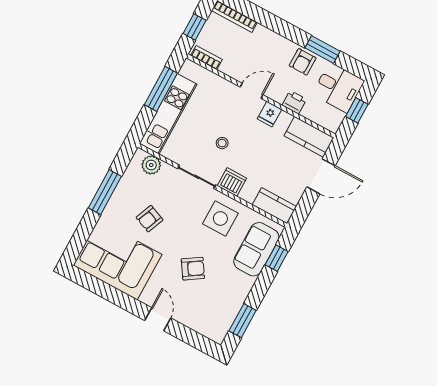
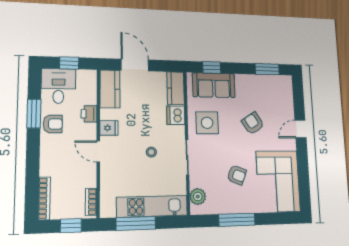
dishwasher: (232, 182) -> (176, 115), moved

